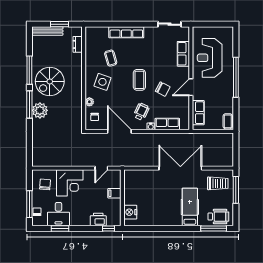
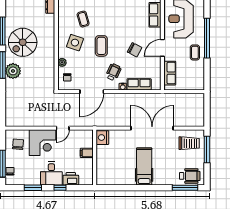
coffee table: (139, 80) -> (101, 46), moved
coffee table: (228, 121) -> (195, 52), moved
door: (119, 131) -> (92, 92), swing flipped
door: (101, 168) -> (63, 128), moved
hospital bed: (190, 207) -> (144, 167), moved
nightstand: (130, 212) -> (102, 138), moved
desk: (58, 214) -> (51, 174), moved
window: (108, 228) -> (60, 188), moved

